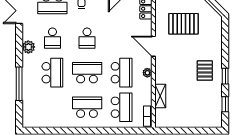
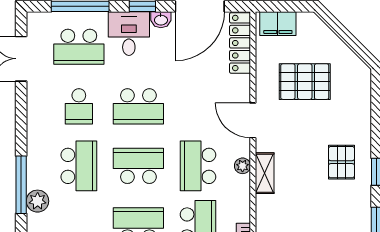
school desk: (87, 38) -> (138, 106), width x1.85
plant: (28, 47) -> (38, 201), moved
school desk: (122, 73) -> (198, 166), turned 180
shelving: (160, 96) -> (265, 173), moved

